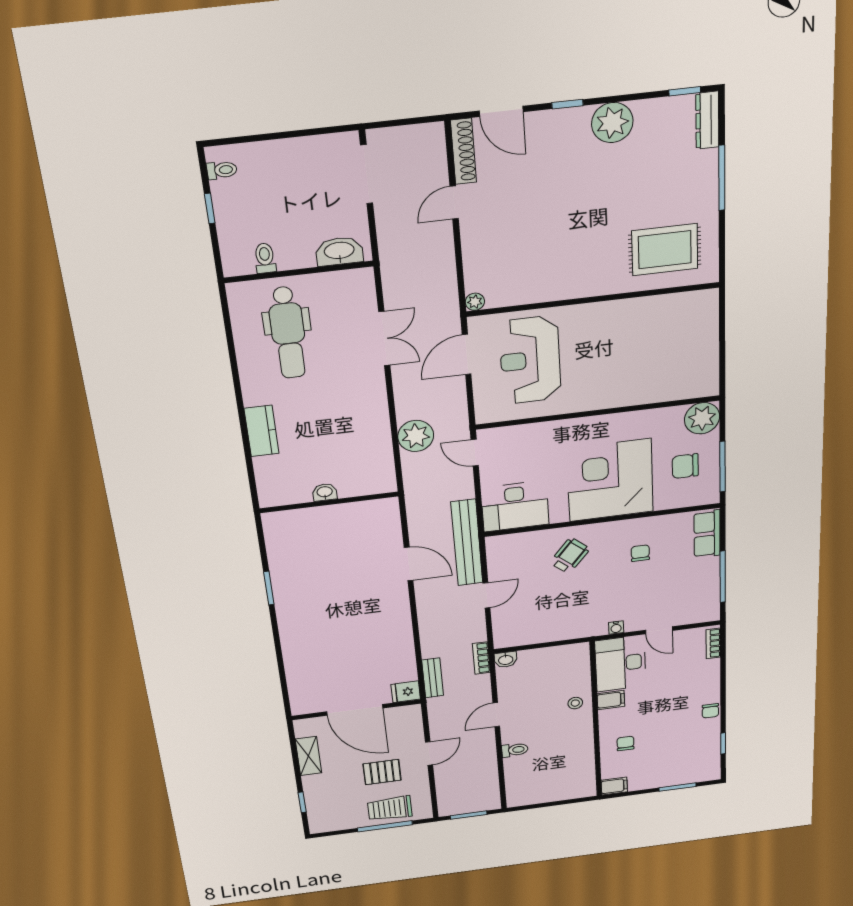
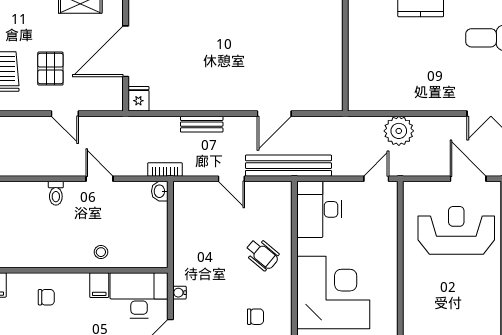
washbasin: (325, 492) -> (356, 50), removed
bench: (433, 678) -> (202, 124), moved

